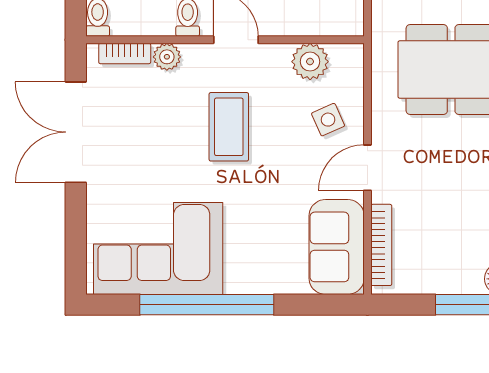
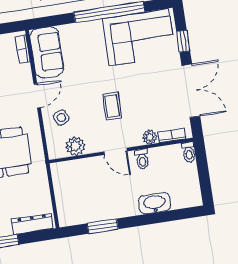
coffee table: (229, 127) -> (112, 106), width x0.73, depth x0.77
window: (76, 228) -> (183, 41), added
bookcase: (381, 245) -> (23, 49), width x0.64

